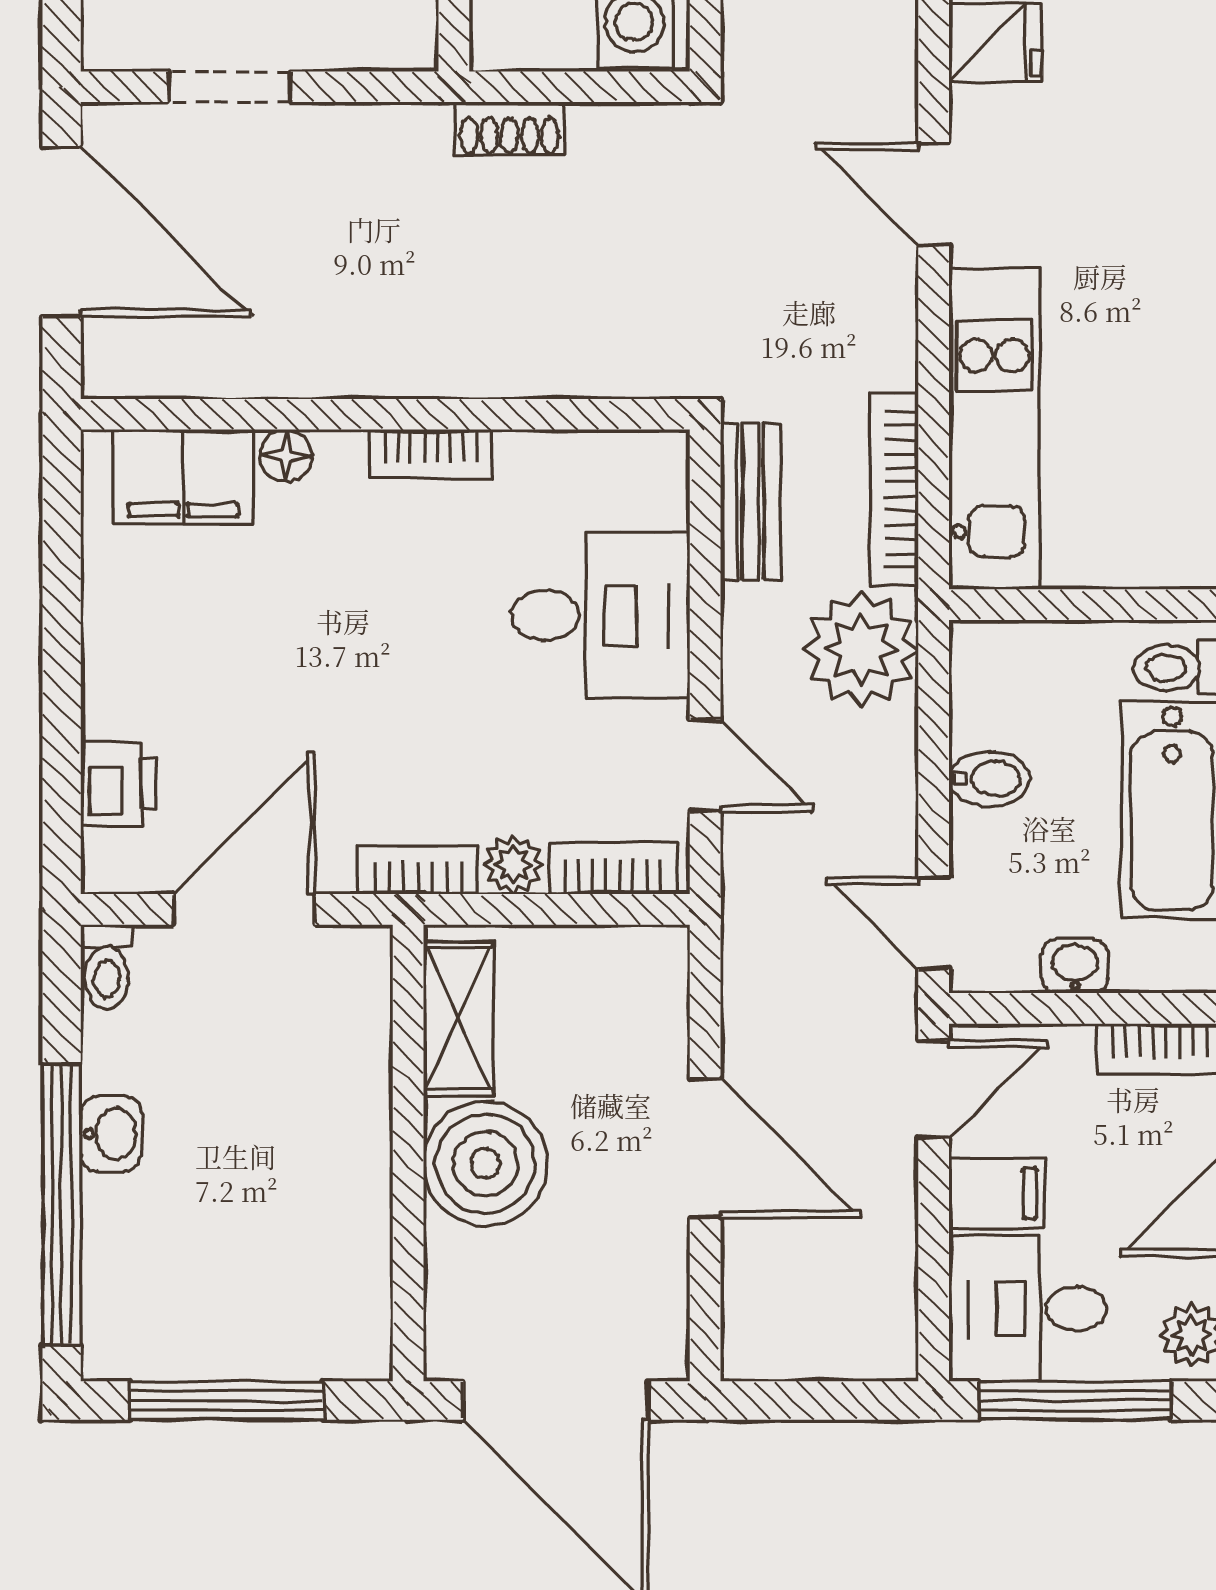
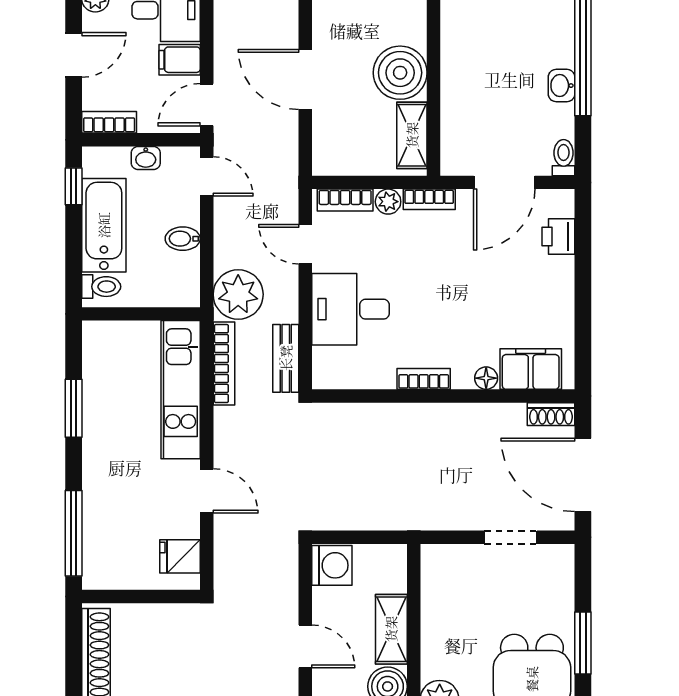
shoe rack: (510, 129) -> (551, 414), moved, turned 180

